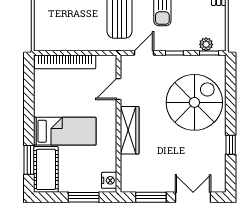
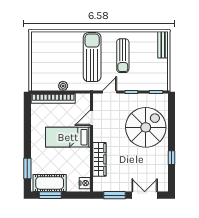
plant: (206, 44) -> (63, 86), moved
wardrobe: (130, 130) -> (99, 159), moved
bed: (65, 131) -> (68, 137), moved, turned 180
cot: (46, 169) -> (50, 183), moved, turned 90
window: (84, 197) -> (50, 195), moved

